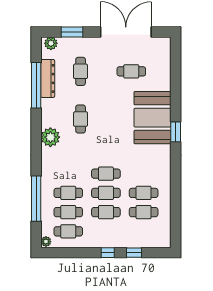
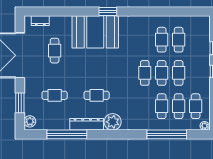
dresser: (165, 55) -> (40, 21), added
dresser: (48, 78) -> (87, 124), moved

